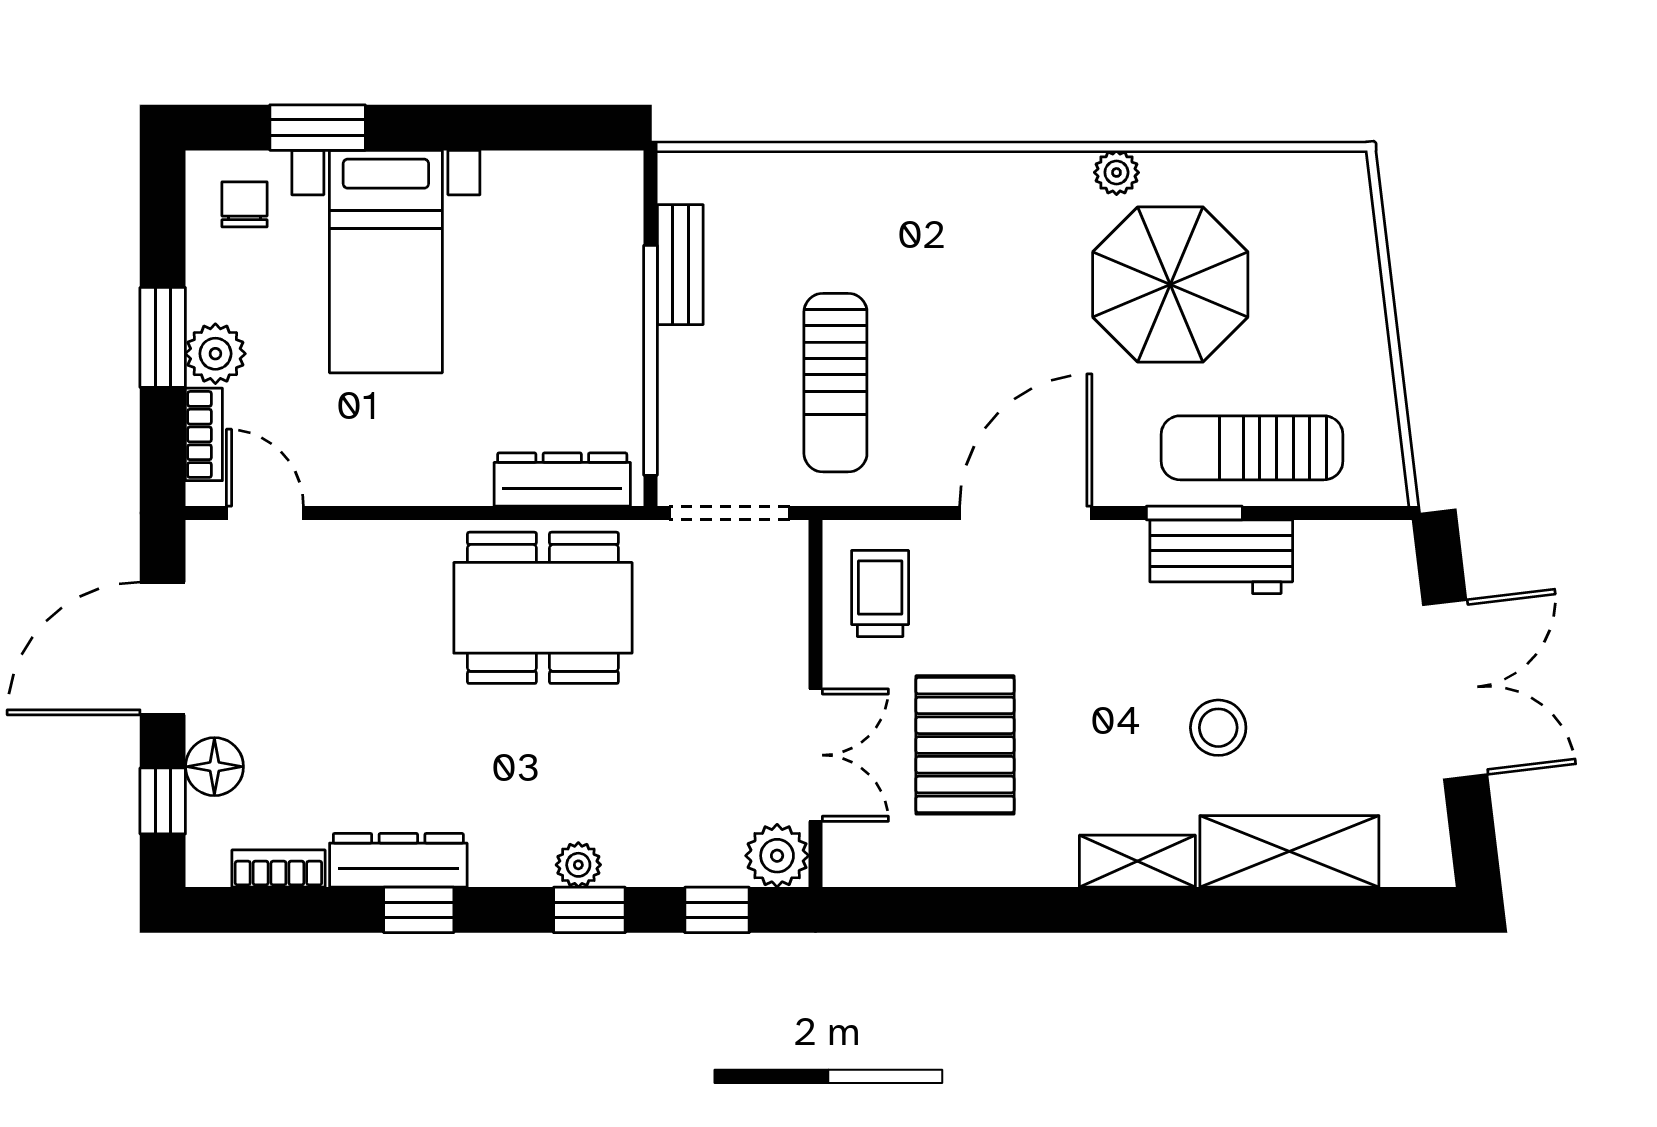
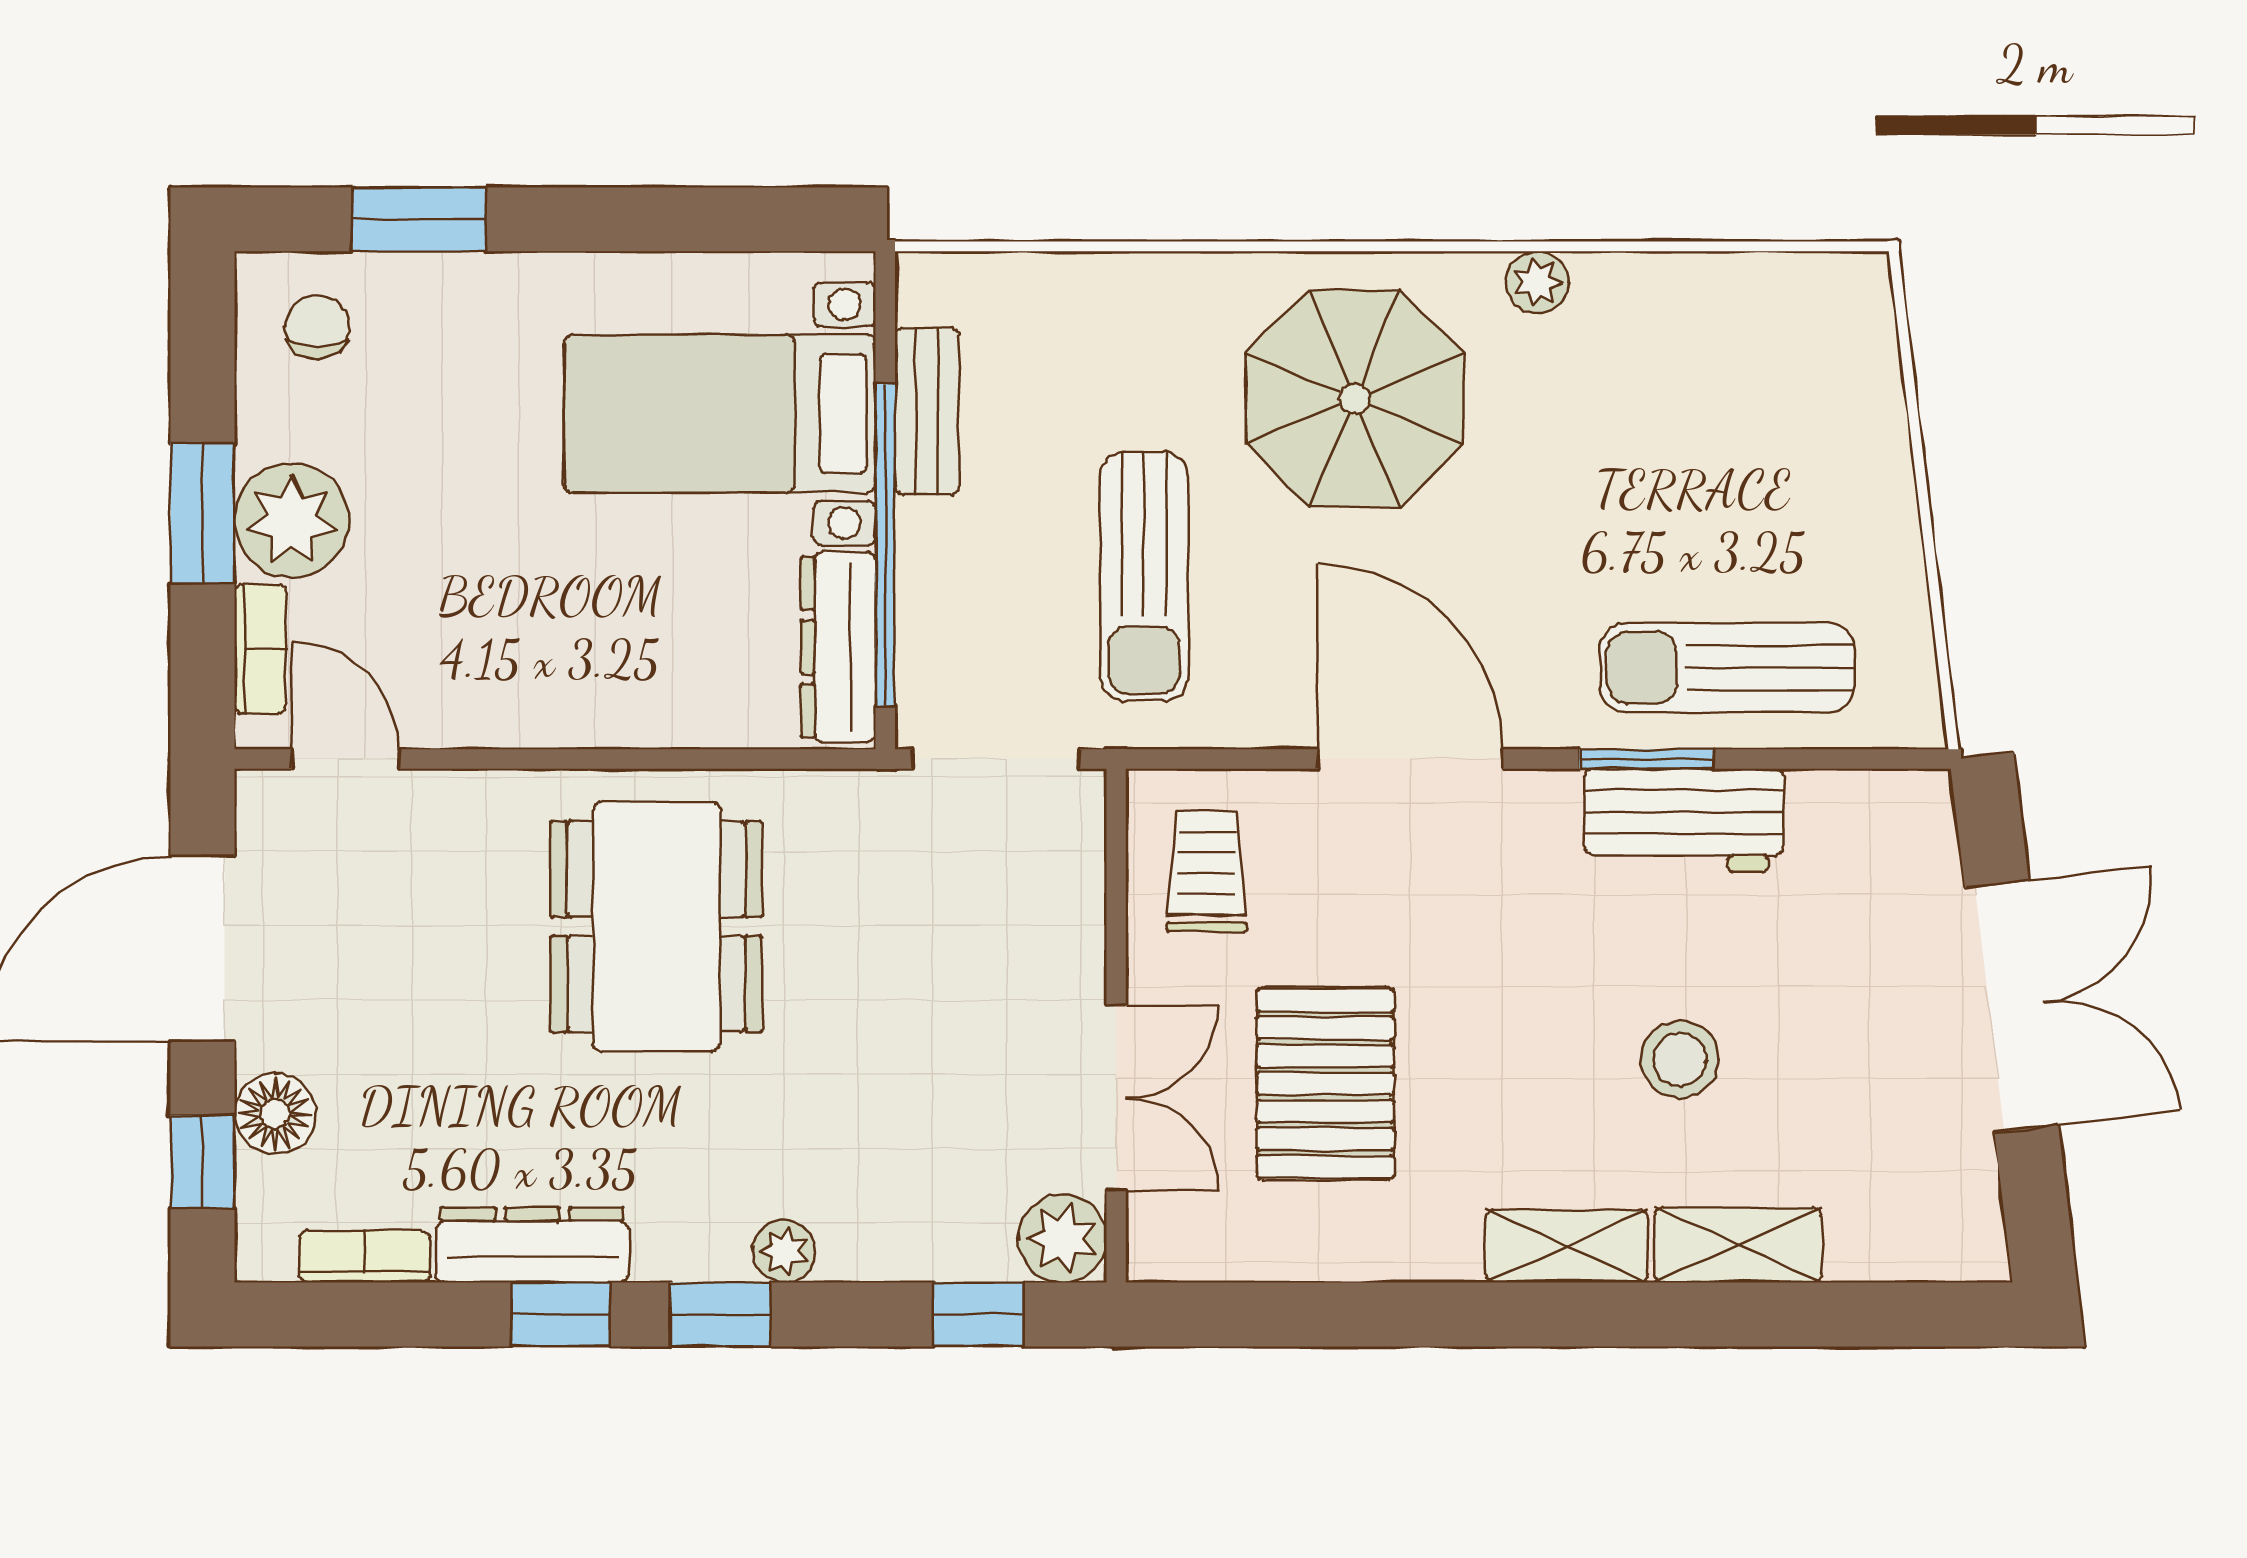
bed with nightstands: (386, 262) -> (720, 414), moved, turned 90
parasol: (1170, 284) -> (1354, 399), moved
plant: (215, 354) -> (292, 521), width x1.36, depth x1.36
dresser: (562, 480) -> (838, 647), moved, turned -90
door: (1026, 513) -> (1410, 759), hinge flipped
dining table: (543, 608) -> (656, 927), moved, turned 90
shelving: (1289, 851) -> (1738, 1245), width x0.67, depth x0.75
window: (589, 910) -> (720, 1314), moved

